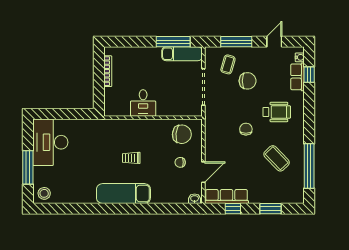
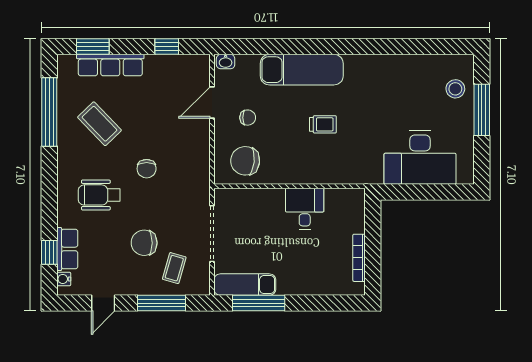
desk: (50, 142) -> (420, 157), moved, turned 90
stool: (44, 193) -> (455, 89), moved
exam couch: (123, 194) -> (302, 70), moved
row of seats: (227, 196) -> (110, 65), moved
window: (270, 209) -> (93, 47), moved

